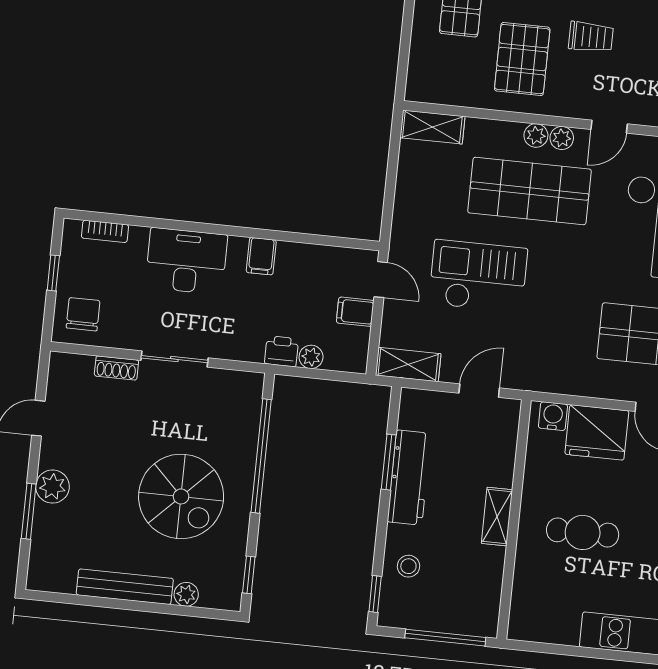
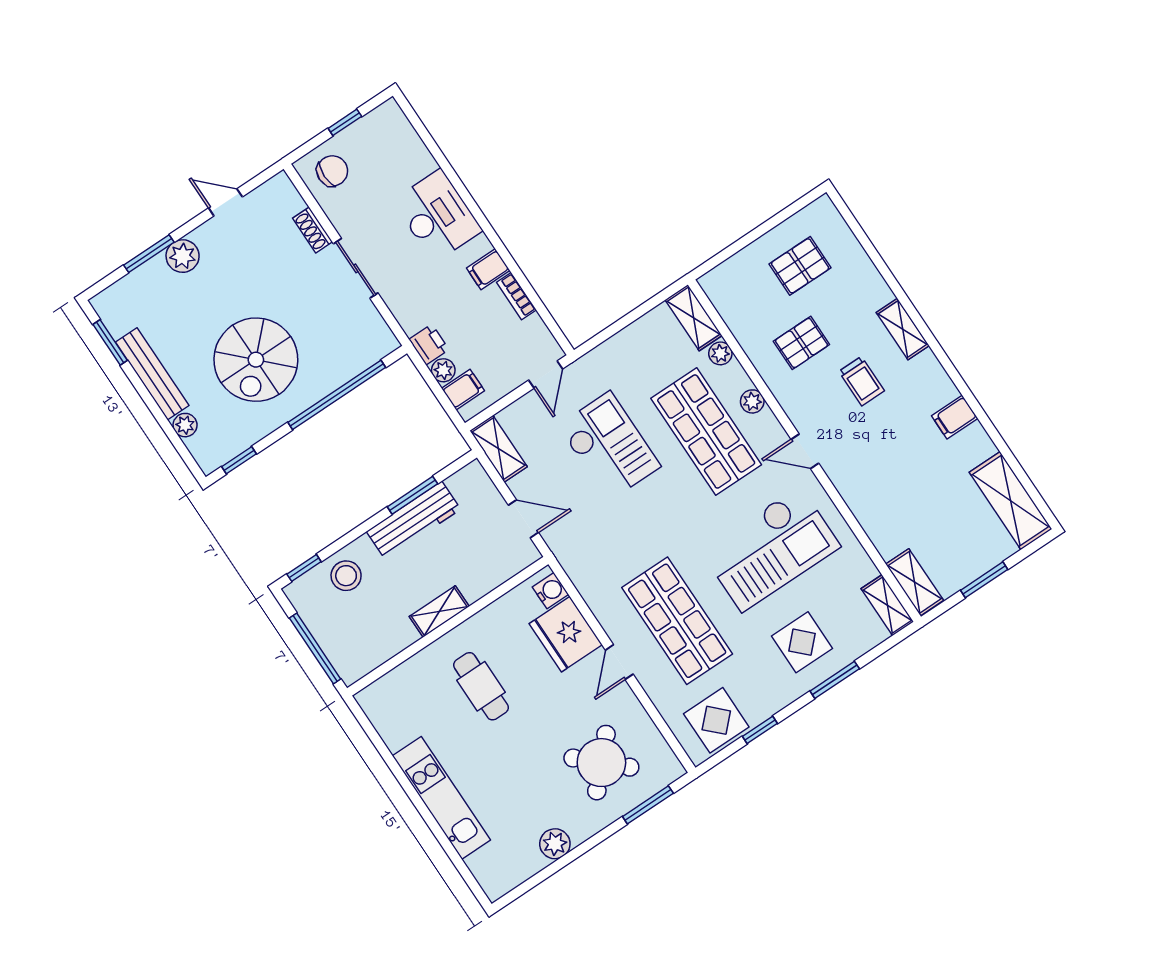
pallet: (522, 59) -> (801, 343), width x0.67, depth x0.71
plant: (562, 138) -> (720, 353), moved
bookcase: (105, 231) -> (516, 296), moved
filing cabinet: (355, 312) -> (463, 390), moved, turned 90
stool: (408, 566) -> (346, 576), width x1.37, depth x1.37
window: (73, 599) -> (110, 342), added

